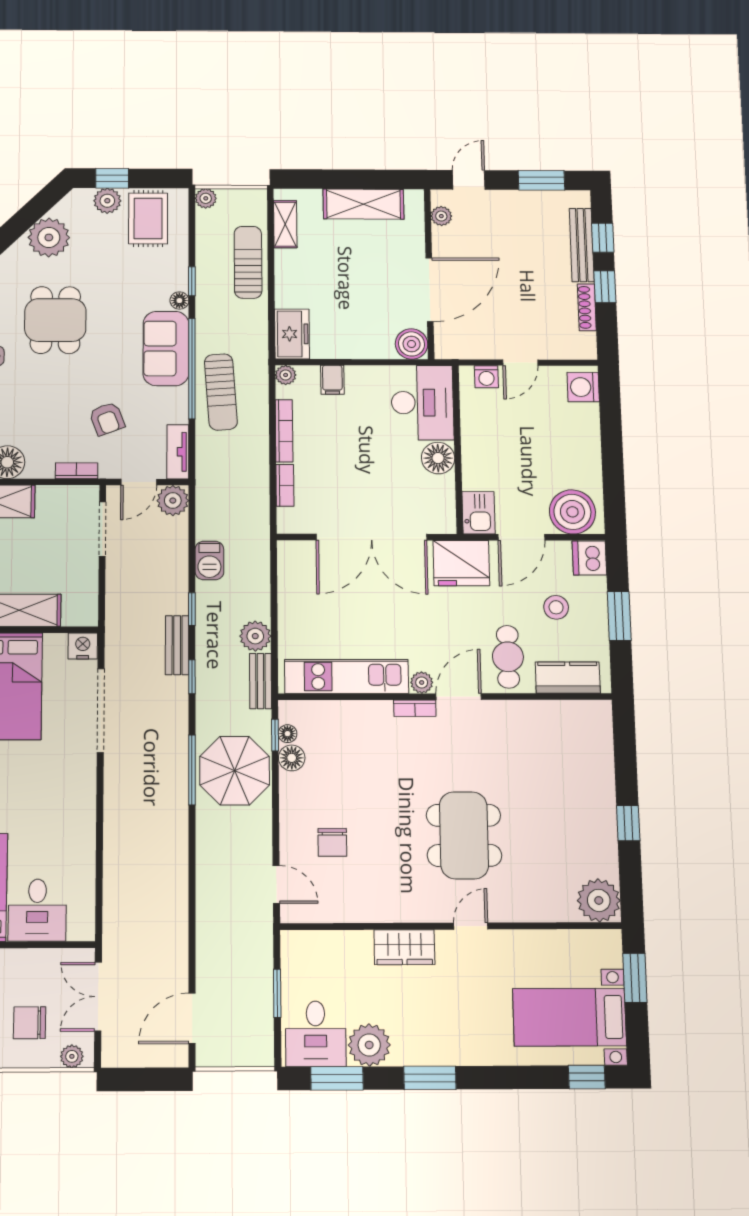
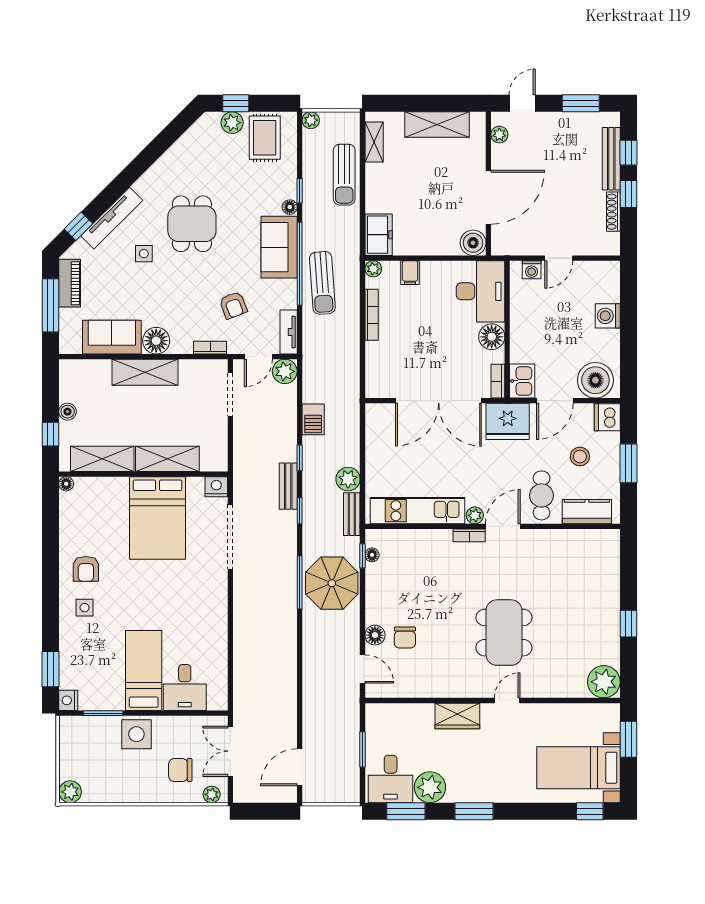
plant: (49, 237) -> (186, 154), removed
sun lounger: (248, 262) -> (344, 175), turned 180
washing machine: (583, 387) -> (608, 316), moved
bookcase: (285, 485) -> (498, 381), moved, turned 180
floor lamp: (292, 758) -> (375, 635), moved

